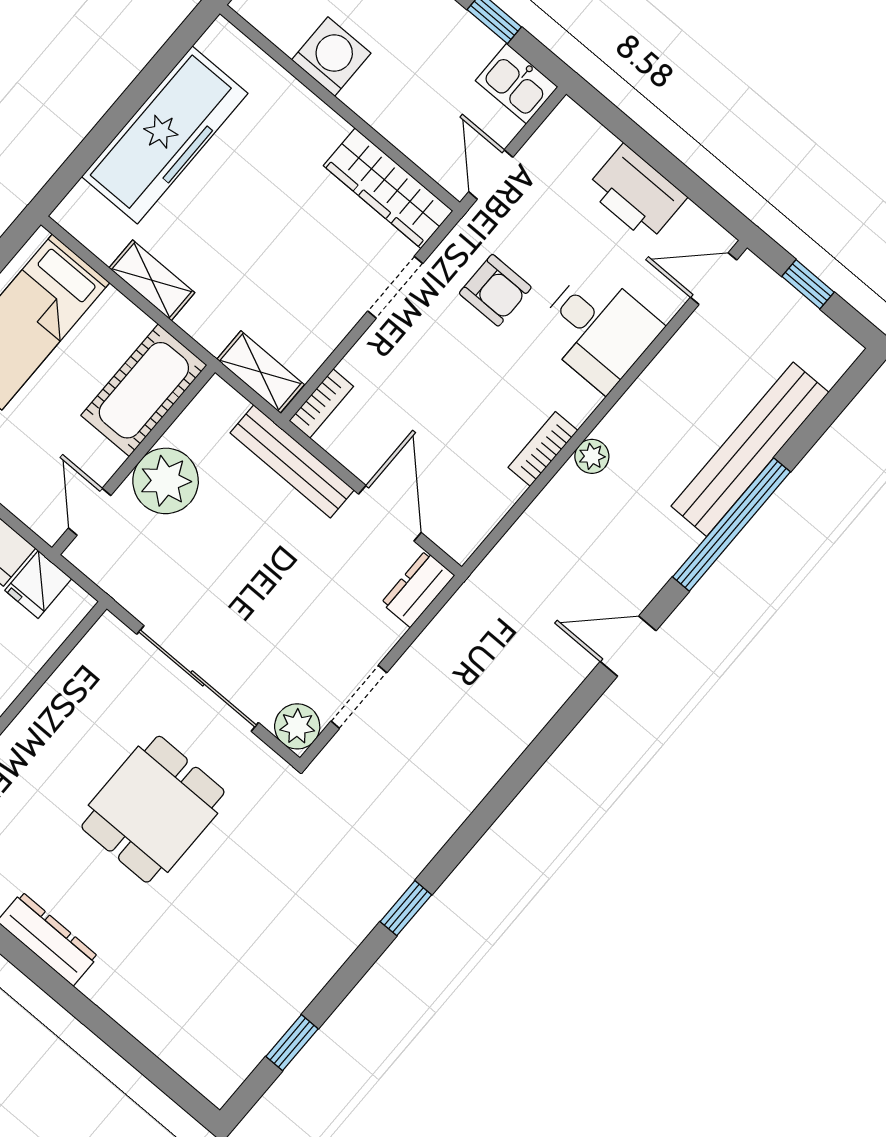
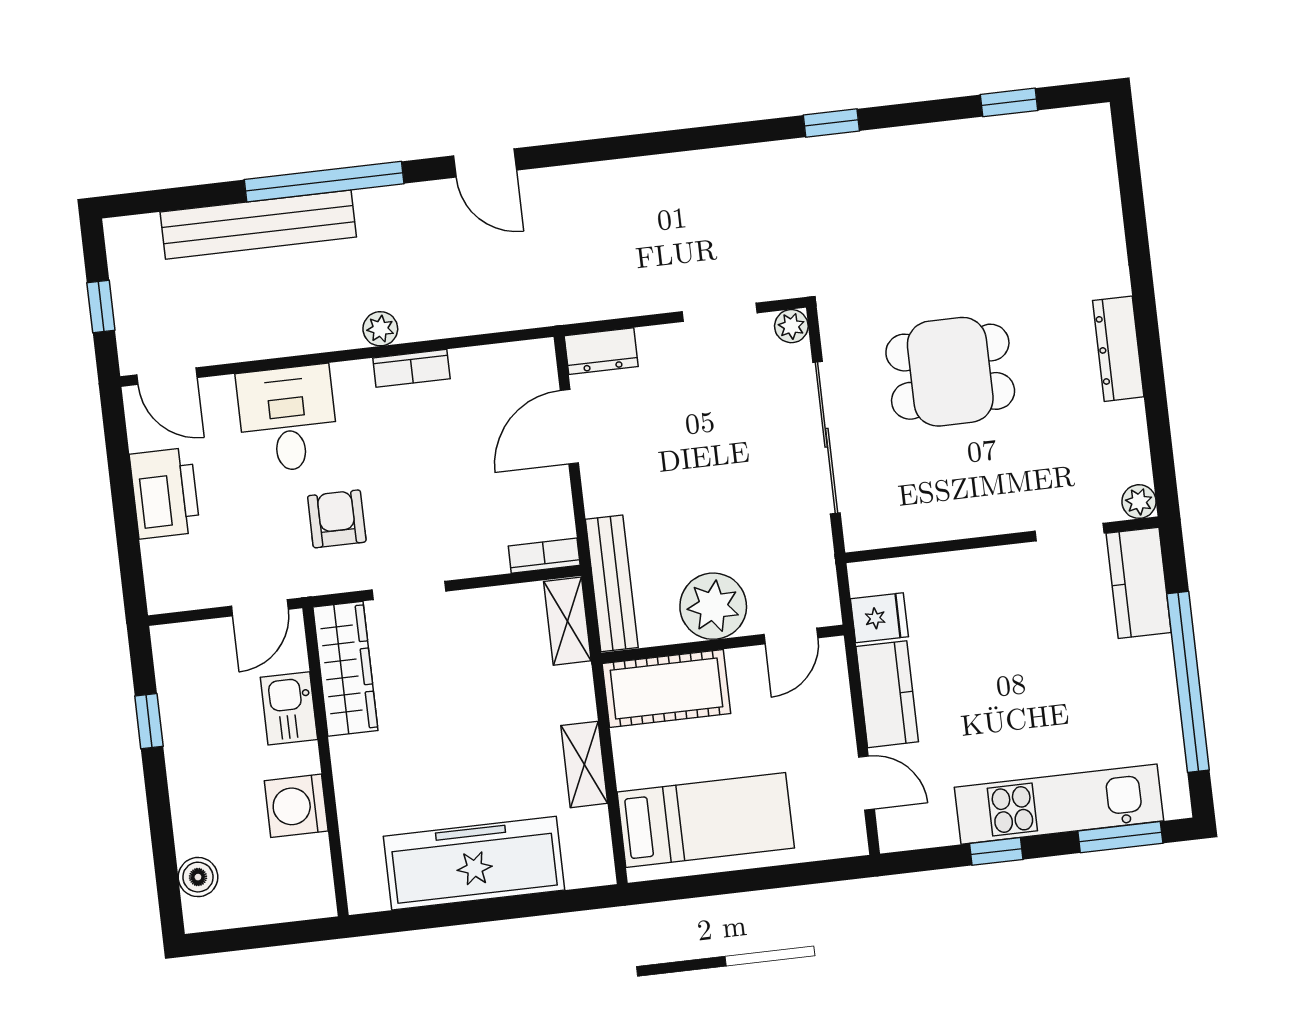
kitchen sink: (517, 84) -> (289, 708), moved, turned 180
bench: (292, 461) -> (612, 583), moved
plant: (297, 726) -> (791, 326), width x0.73, depth x0.73

